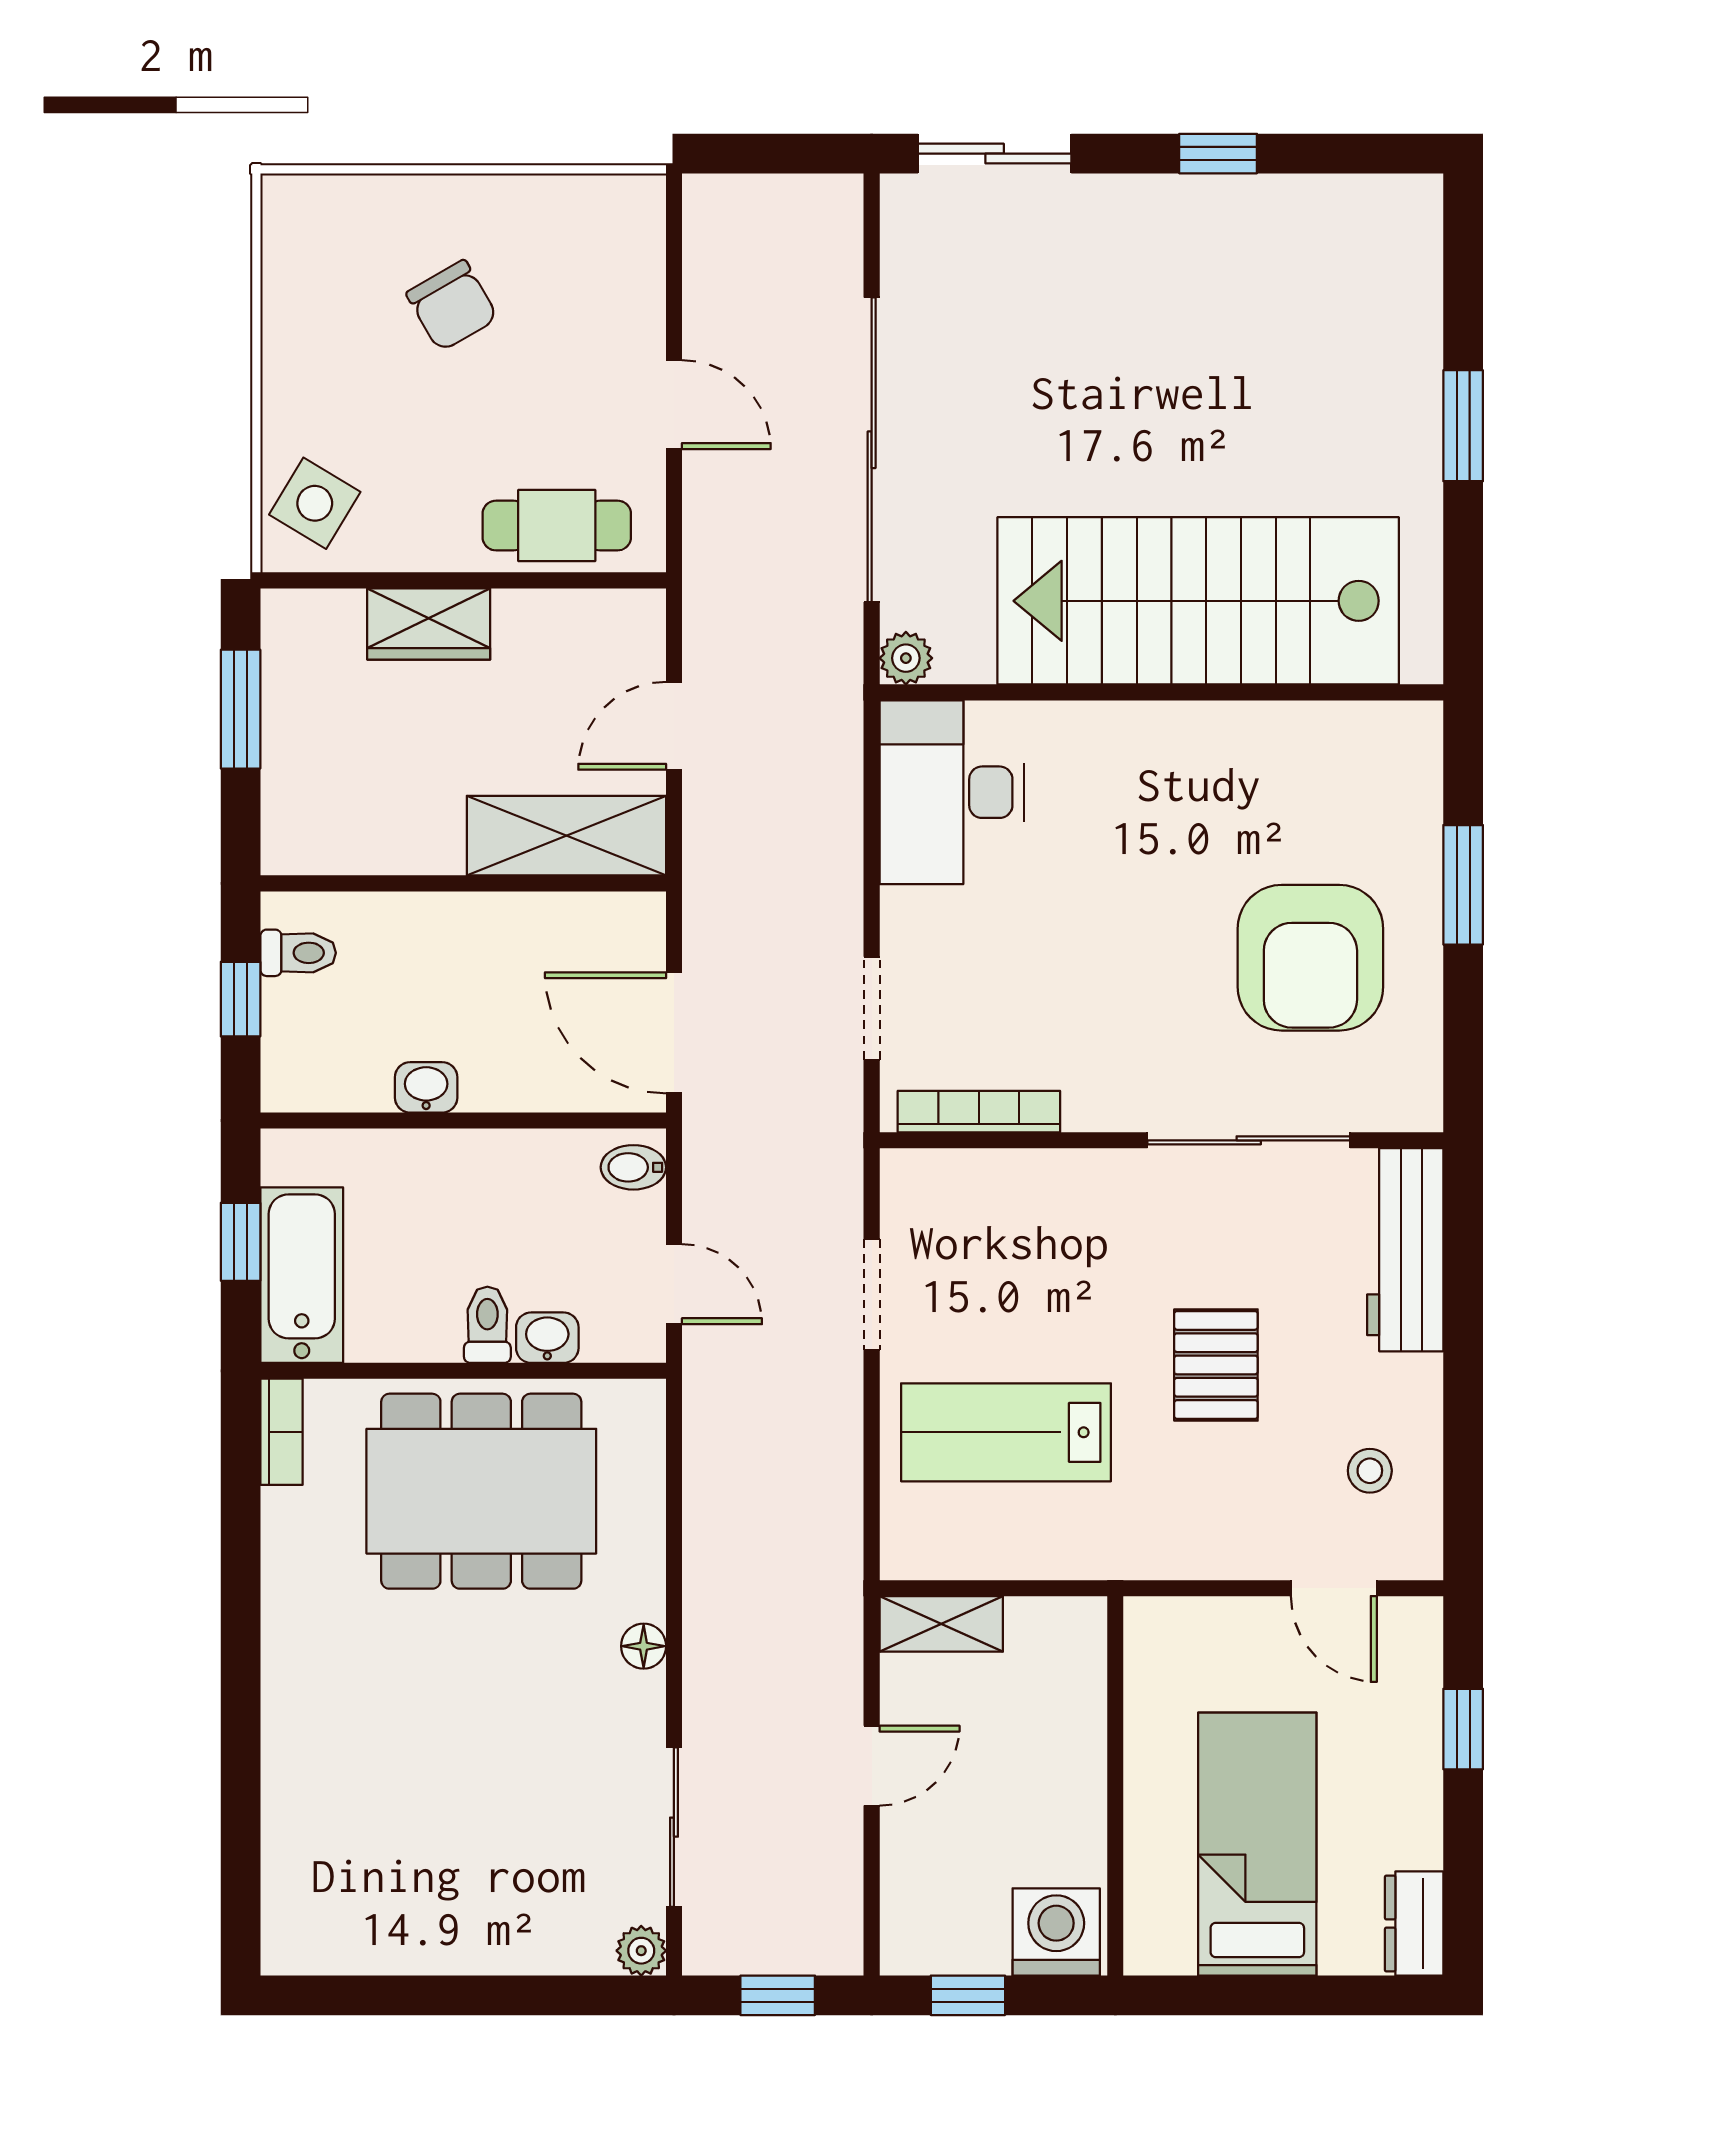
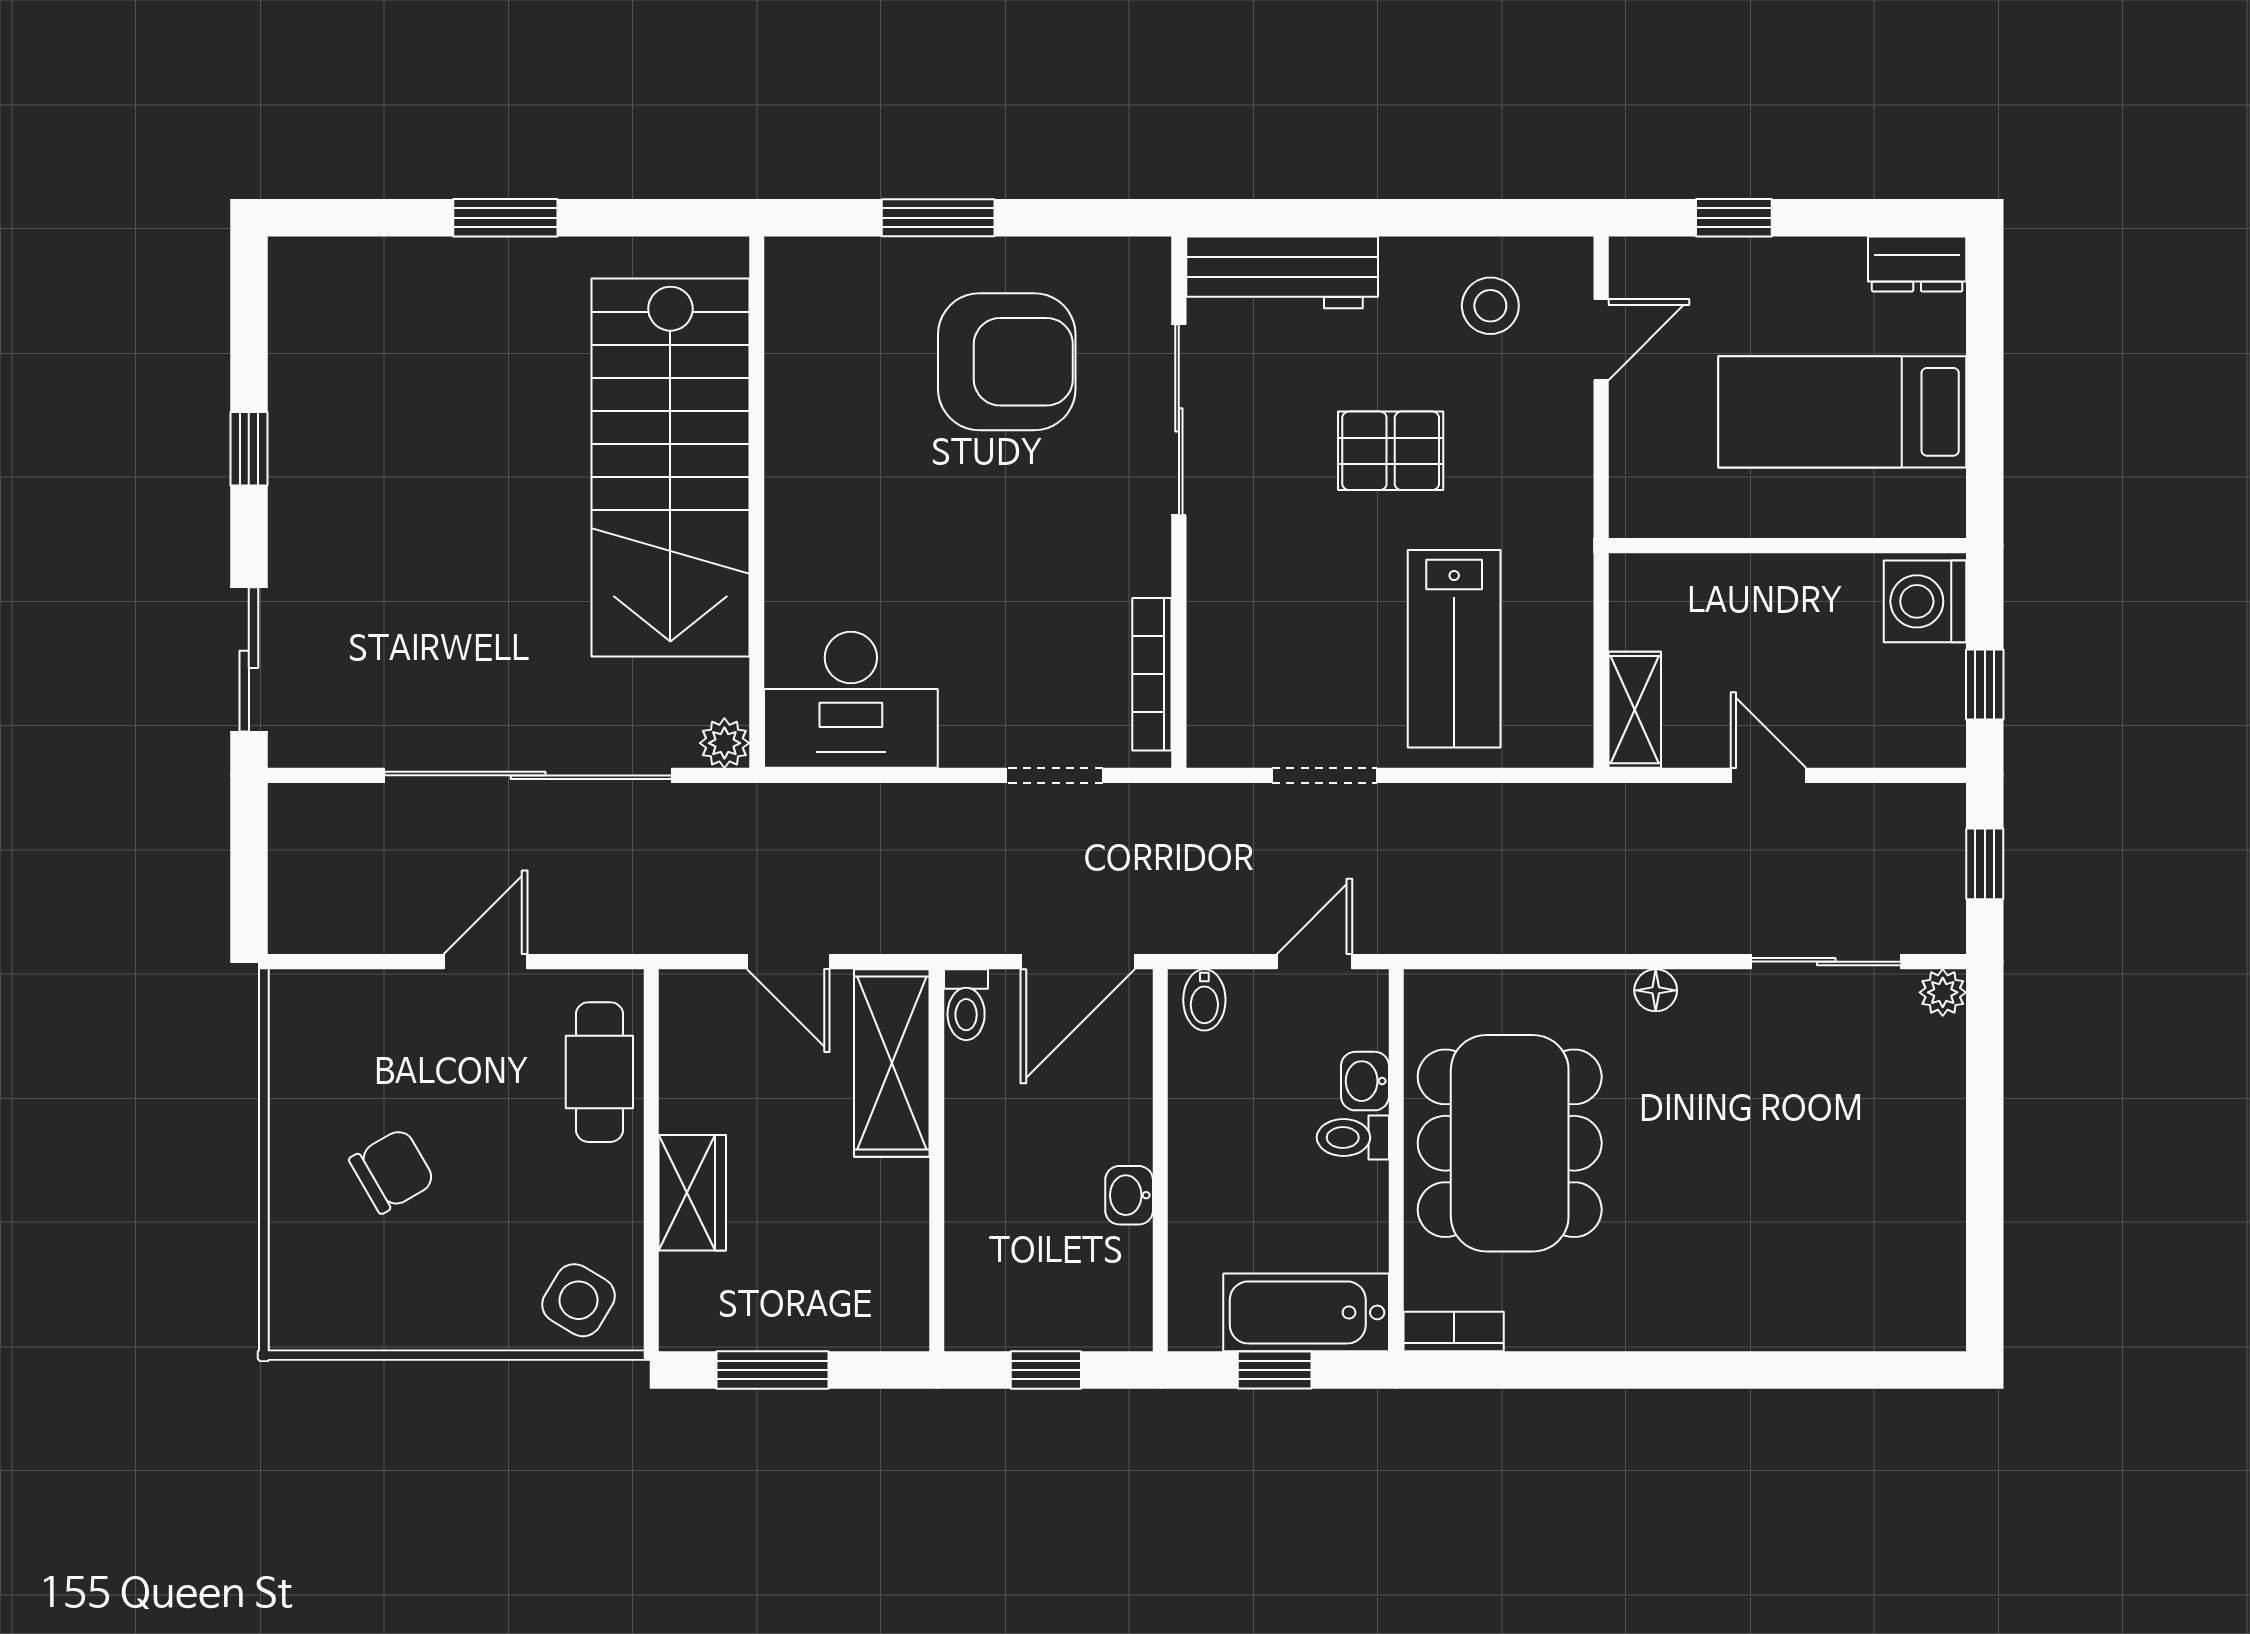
toilet: (298, 953) -> (966, 1005), moved, turned 180
stool: (1370, 1471) -> (1490, 306), width x1.37, depth x1.37

